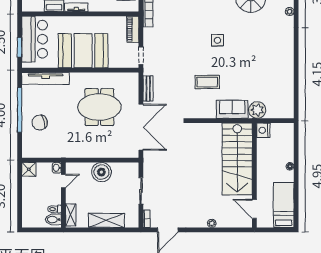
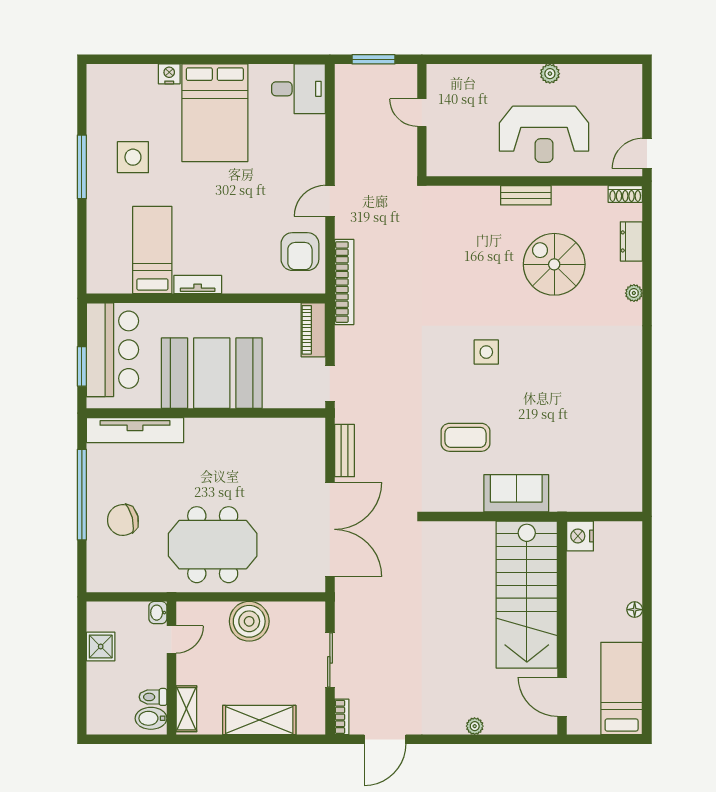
meeting table: (99, 107) -> (213, 545), moved
plant: (257, 110) -> (568, 495), removed
shower: (29, 169) -> (101, 647), moved

